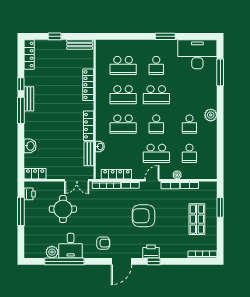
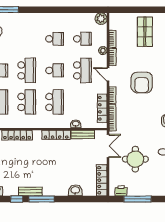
plant: (211, 115) -> (101, 19), moved
locker: (35, 174) -> (102, 180), width x1.53
window: (220, 207) -> (134, 10), removed
shop shelf: (197, 219) -> (145, 32), turned 90

